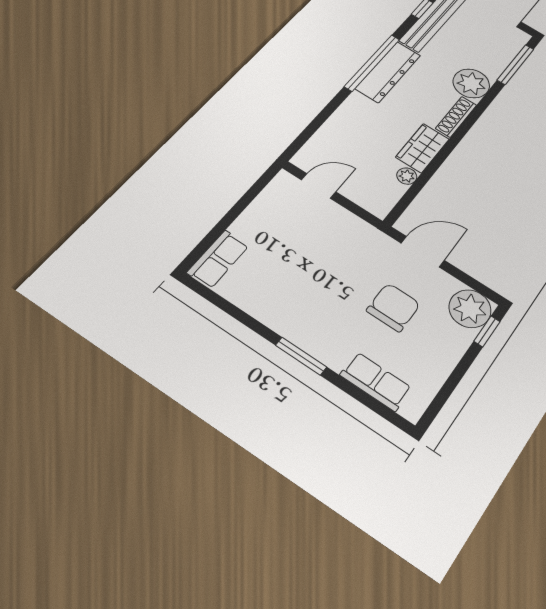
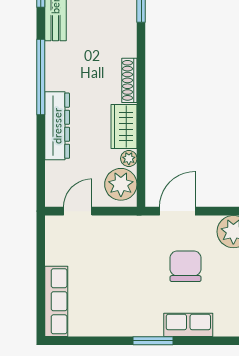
dresser: (388, 72) -> (57, 126), moved
plant: (471, 83) -> (121, 184), moved
row of seats: (218, 259) -> (56, 301), width x1.48
row of seats: (376, 381) -> (188, 325), moved

